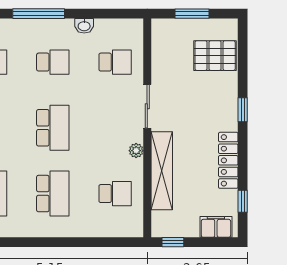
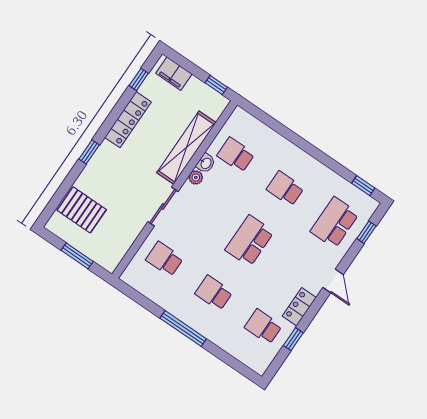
window: (39, 14) -> (183, 328), moved
washbasin: (84, 26) -> (206, 163), moved, turned 90
school desk: (53, 194) -> (285, 189), width x0.54

